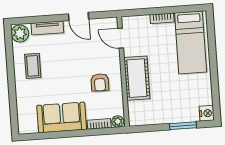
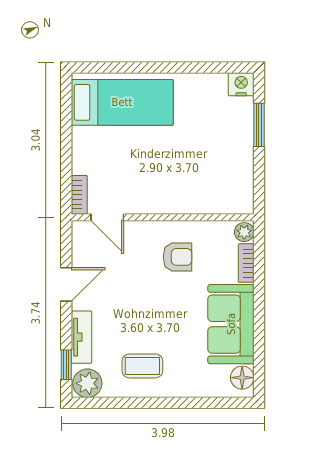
bookcase: (162, 18) -> (79, 195), moved
window: (30, 20) -> (66, 365), added
door: (121, 38) -> (107, 217), hinge flipped
cot: (137, 78) -> (175, 195), removed
floor lamp: (30, 126) -> (242, 378), added

